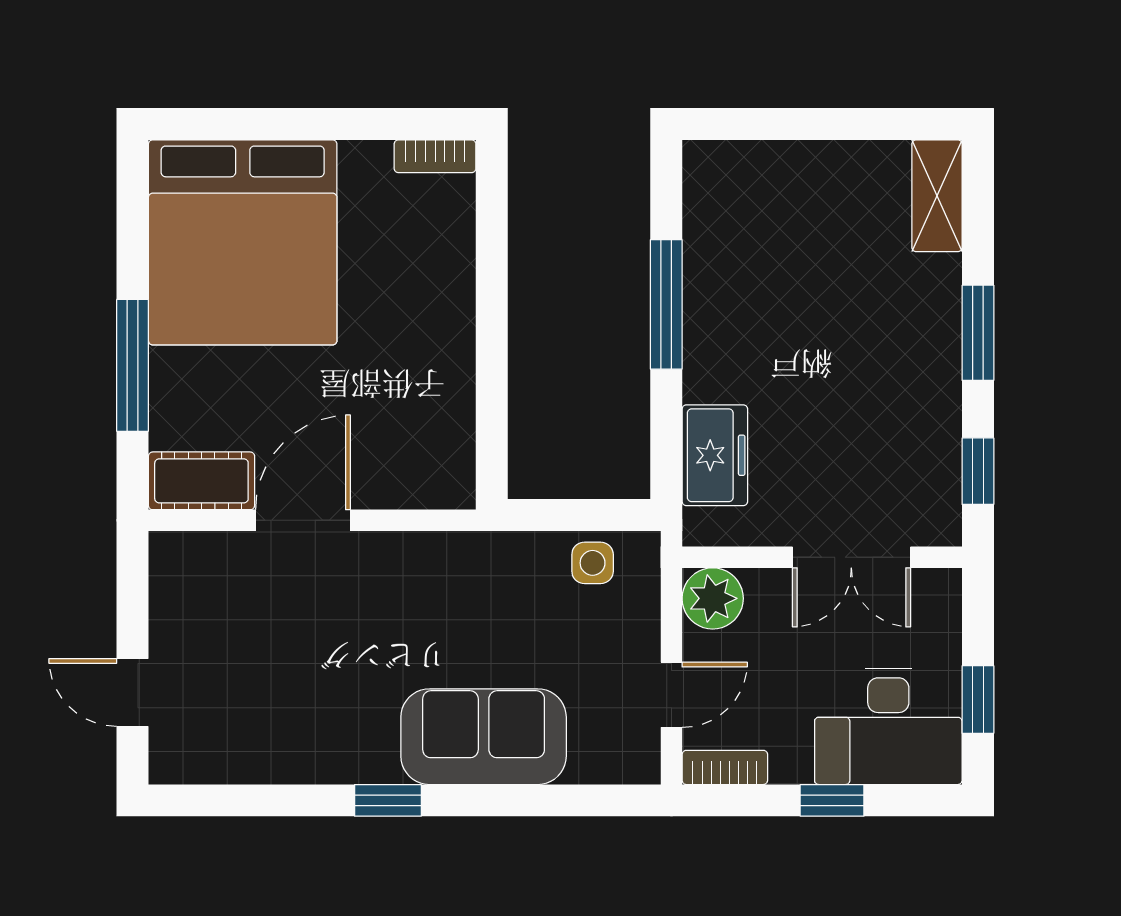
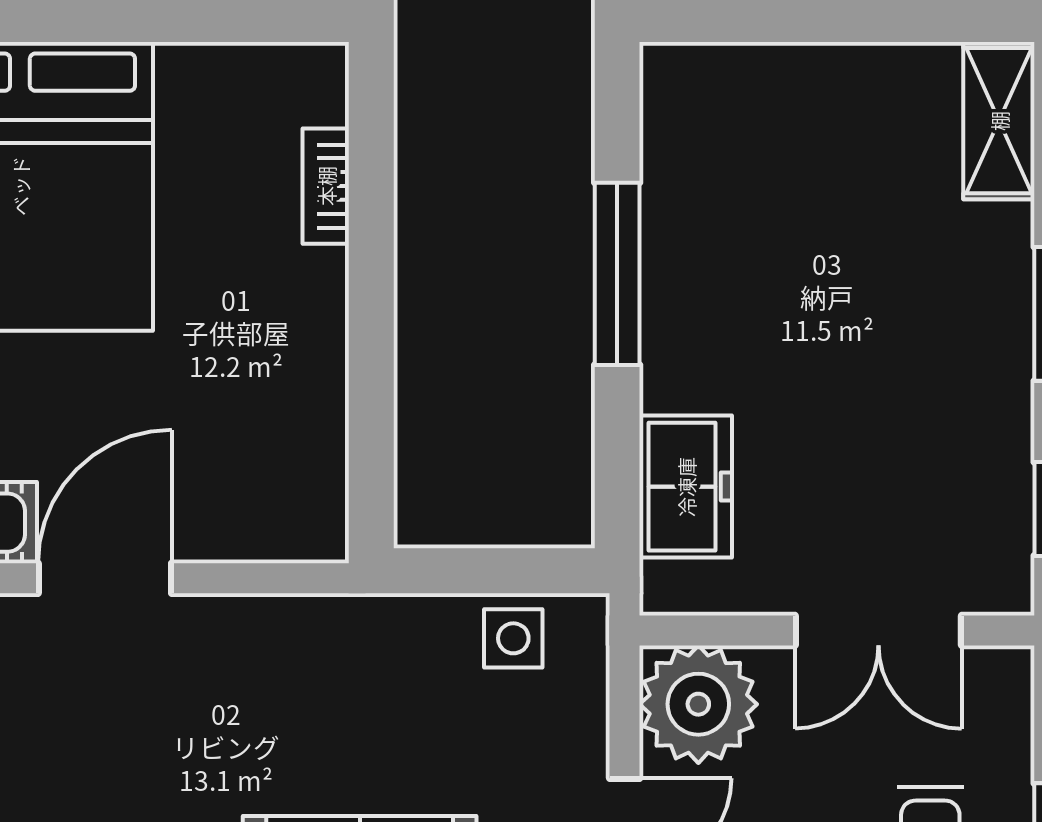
bookcase: (435, 156) -> (326, 186), moved, turned 90
plant: (713, 598) -> (698, 704), width x1.36, depth x1.36

